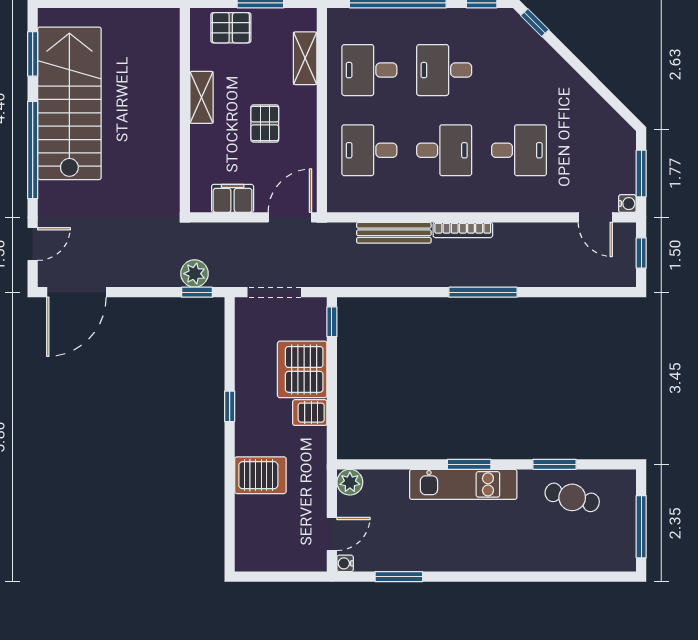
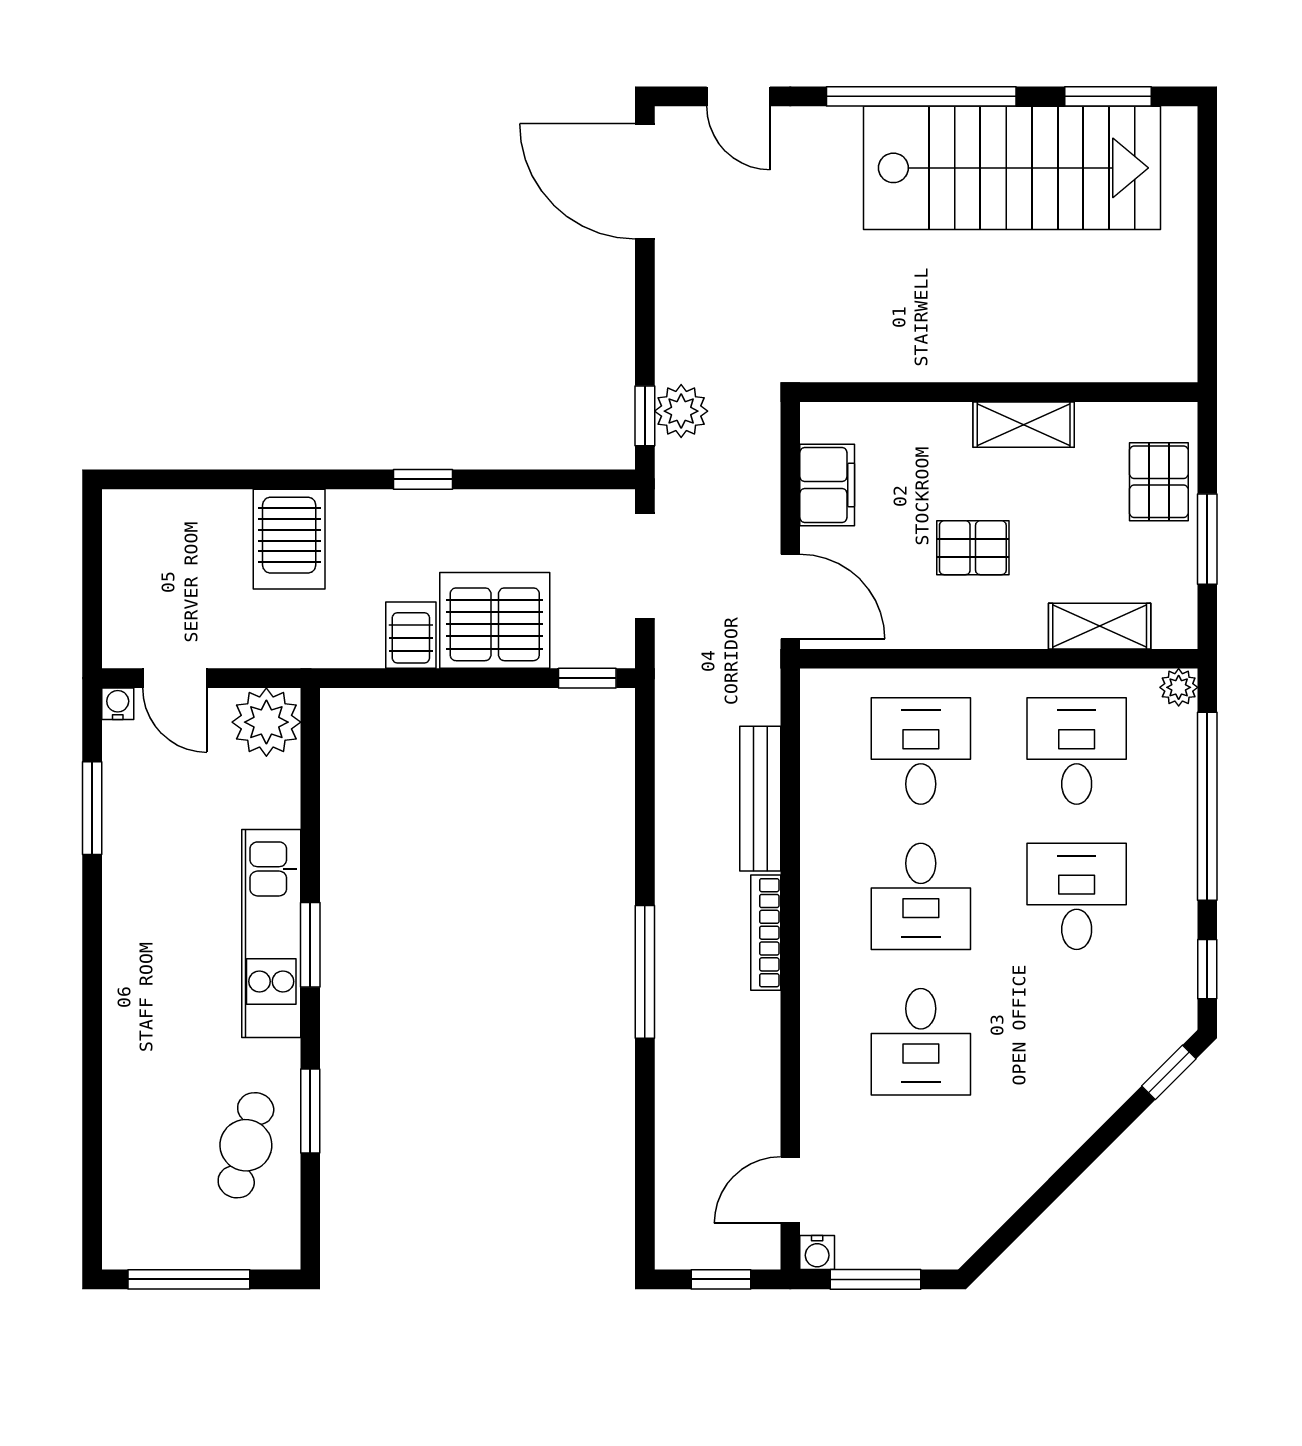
plant: (337, 18) -> (1179, 687), added
plant: (350, 482) -> (266, 722), width x1.36, depth x1.36

